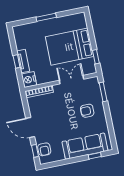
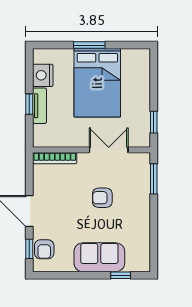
bed: (69, 47) -> (97, 83), moved, turned -90
nightstand: (29, 80) -> (43, 75), moved
armchair: (87, 111) -> (102, 198), moved
sofa: (85, 146) -> (99, 257), width x0.73

